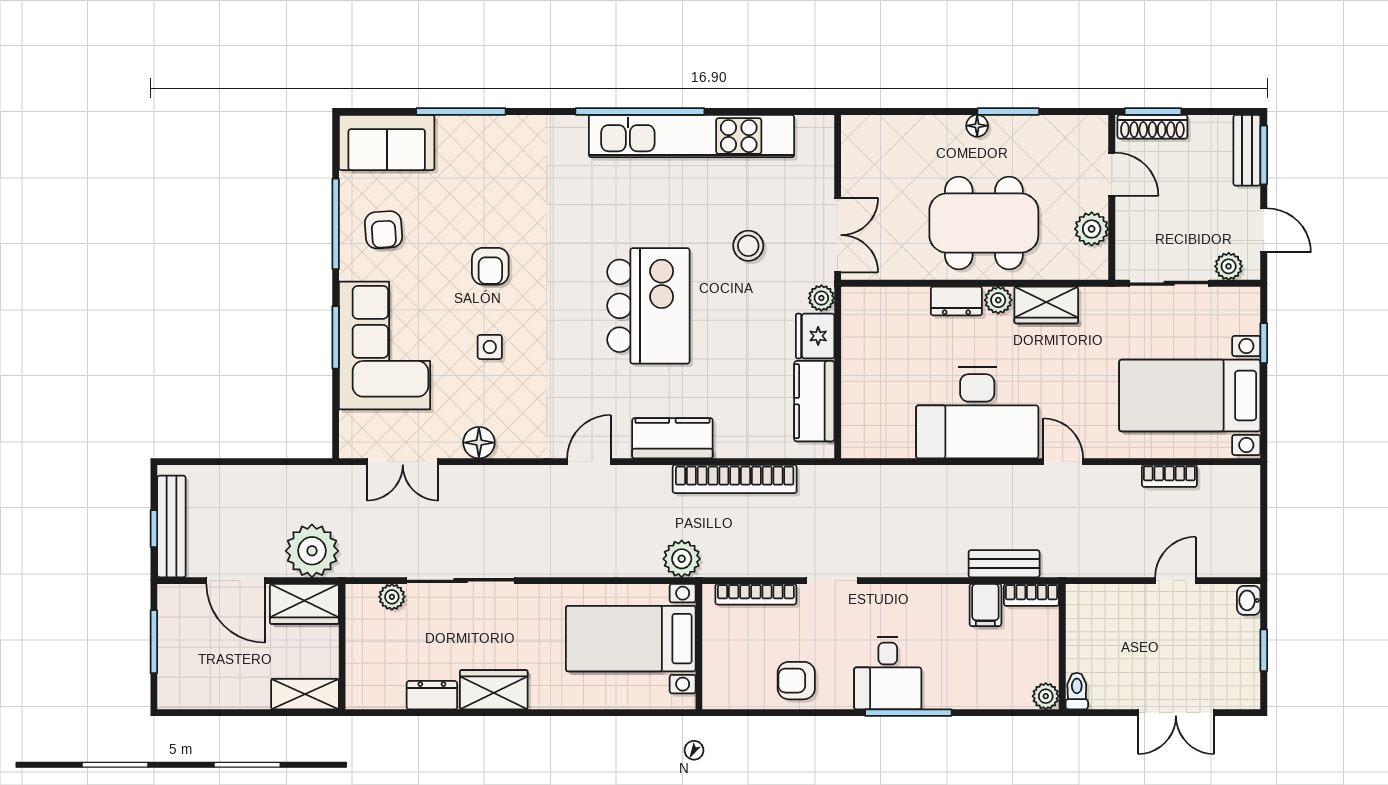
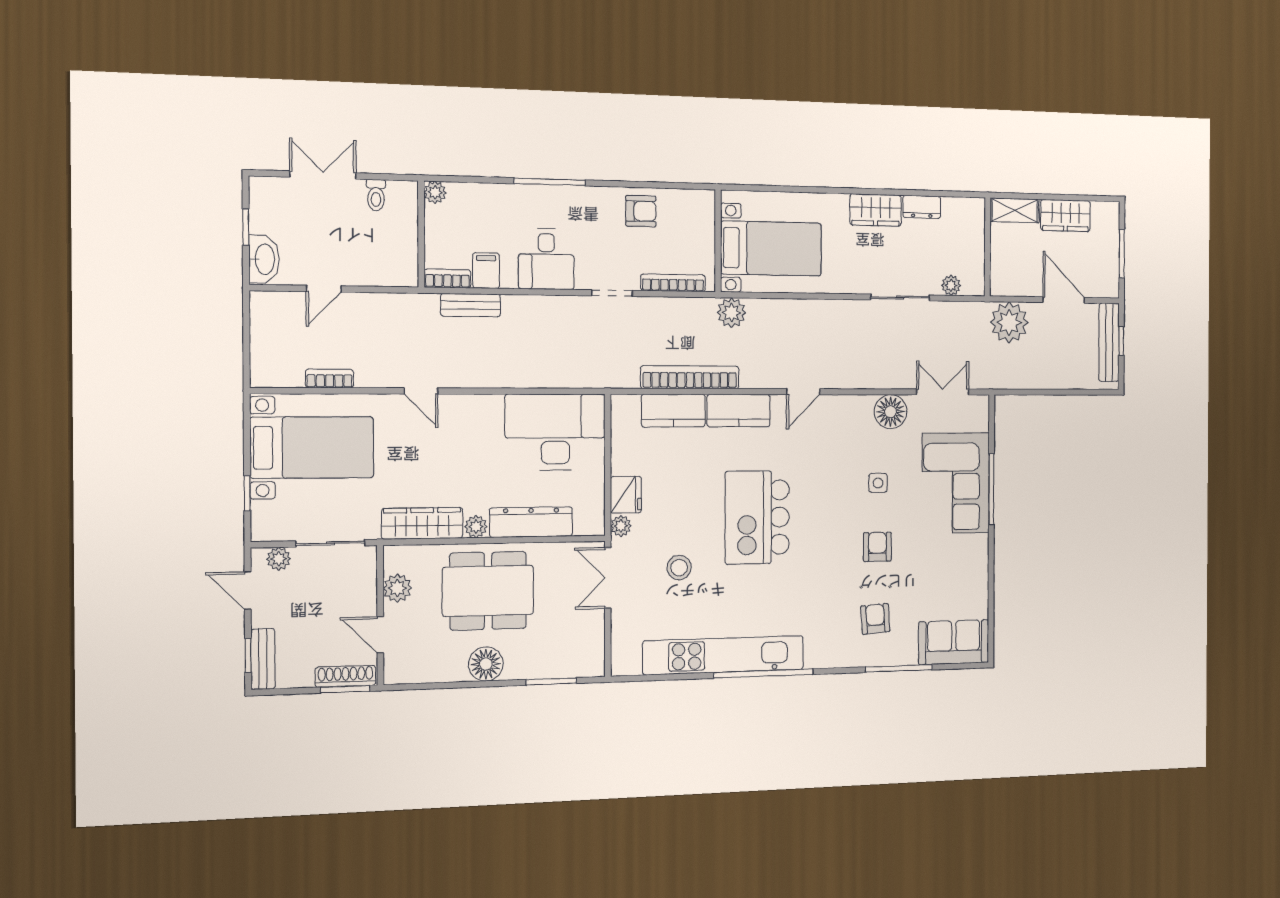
window: (1008, 112) -> (551, 681), moved
floor lamp: (977, 126) -> (486, 664), width x1.89, depth x1.89
window: (1264, 155) -> (248, 655), width x0.67
window: (336, 224) -> (991, 578), removed
armchair: (384, 230) -> (875, 619), moved
dresser: (956, 301) -> (531, 522), width x1.96, depth x1.24
wardrobe: (1046, 305) -> (422, 523), width x1.50
window: (336, 337) -> (991, 489), width x1.44
kitchen counter: (814, 401) -> (673, 411), moved, turned 90
desk: (977, 413) -> (555, 432), moved
floor lamp: (479, 443) -> (891, 412), width x1.38, depth x1.38
sliding door: (461, 581) -> (900, 297), width x0.73
washbasin: (1249, 600) -> (264, 259), width x1.91, depth x1.45
wardrobe: (304, 604) -> (1065, 215), moved, turned 180
desk: (888, 673) -> (546, 259), moved, turned 180
toilet: (1077, 691) -> (376, 195), moved

